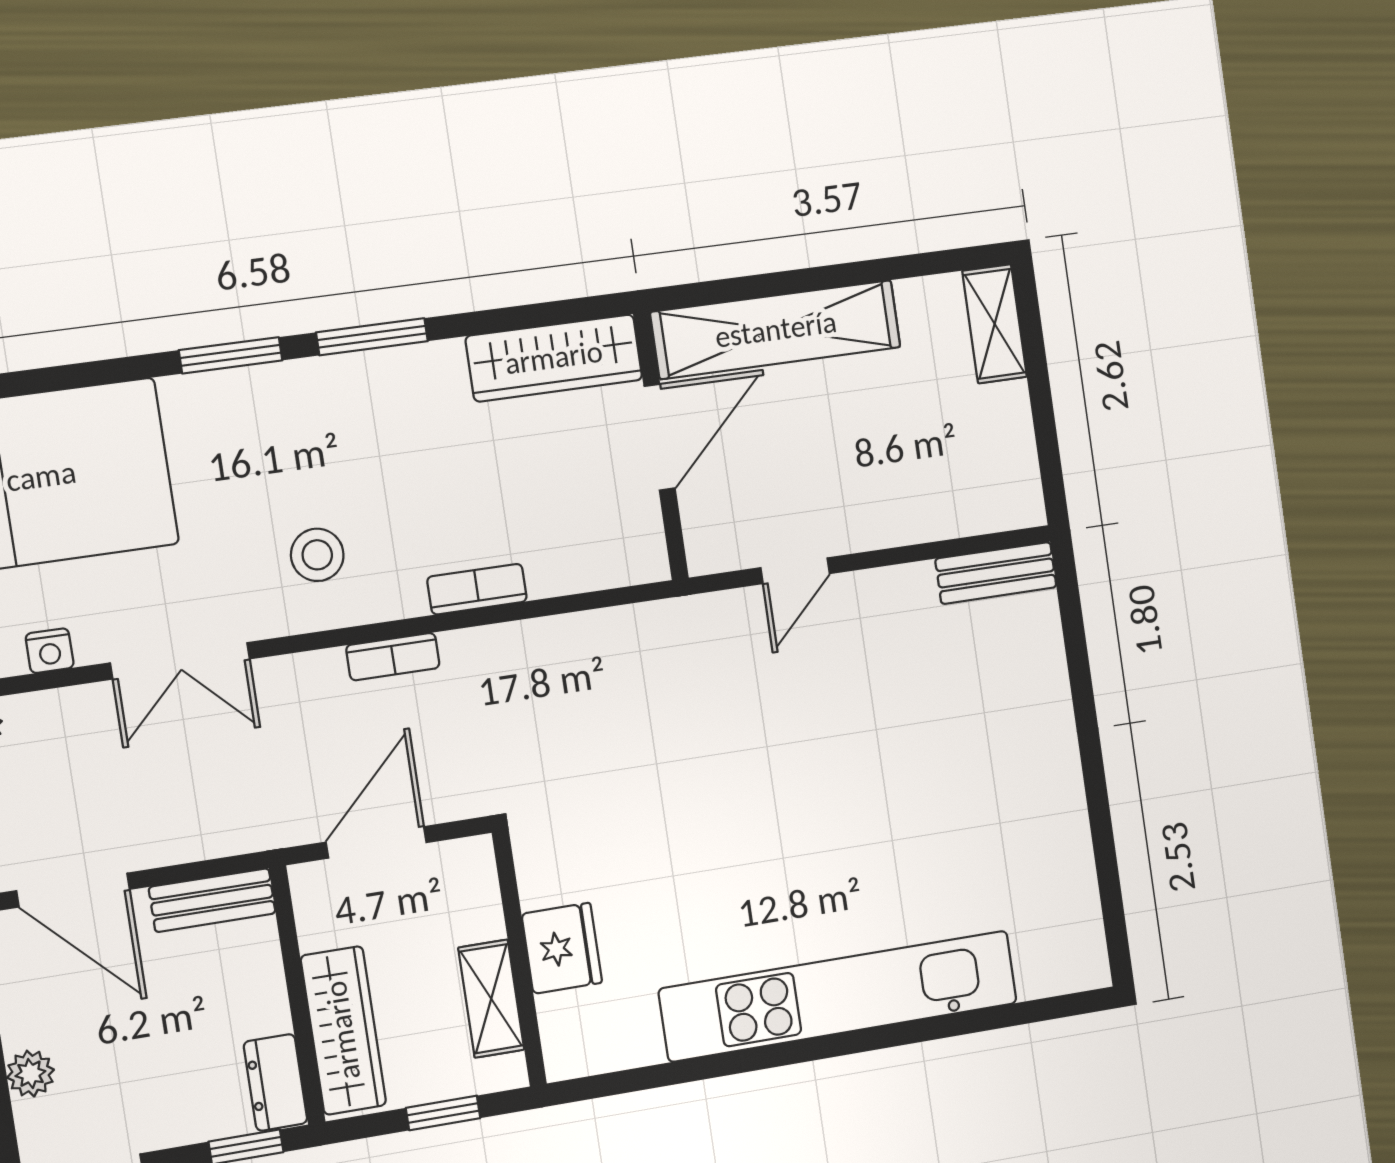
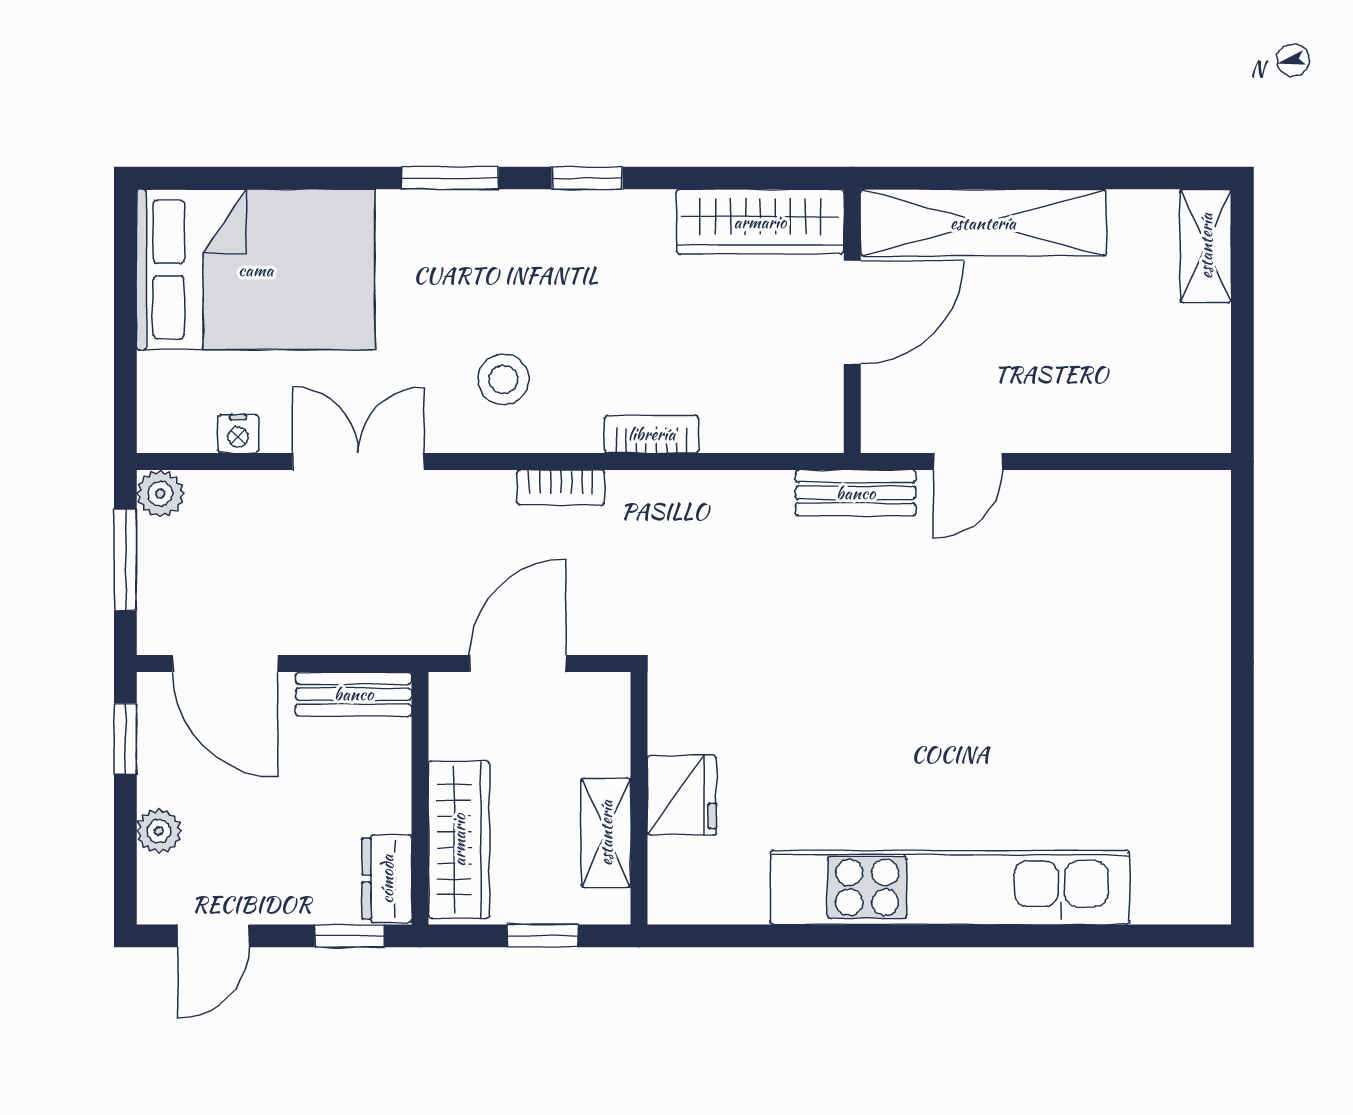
window: (372, 337) -> (587, 178), width x0.67
bench: (996, 573) -> (856, 493), moved
double door: (180, 661) -> (358, 461), swing flipped

